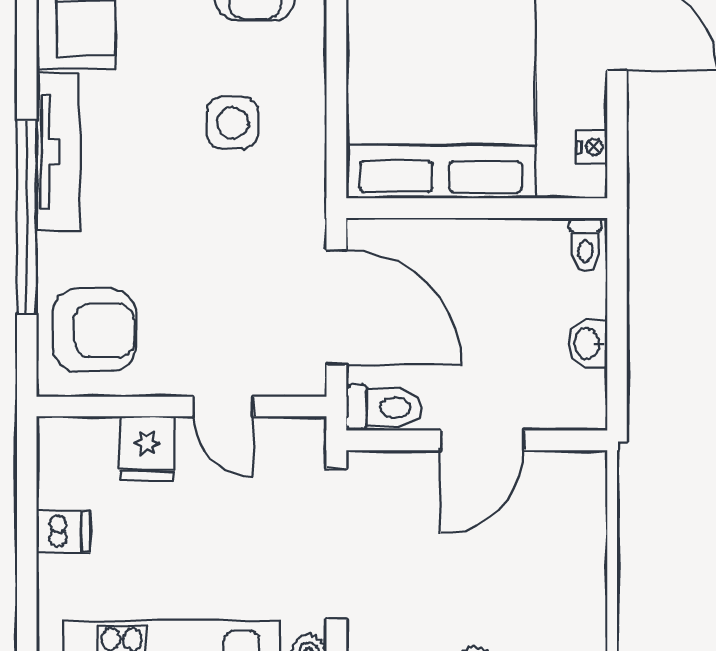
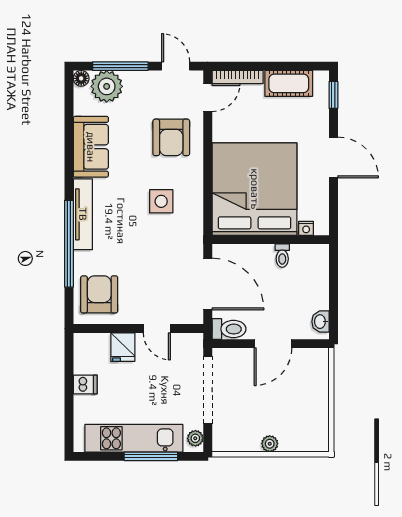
nightstand: (592, 147) -> (306, 228), moved, turned 90
toilet: (585, 244) -> (282, 256), moved
armchair: (94, 330) -> (99, 294), turned -90
washbasin: (588, 344) -> (320, 322), moved

